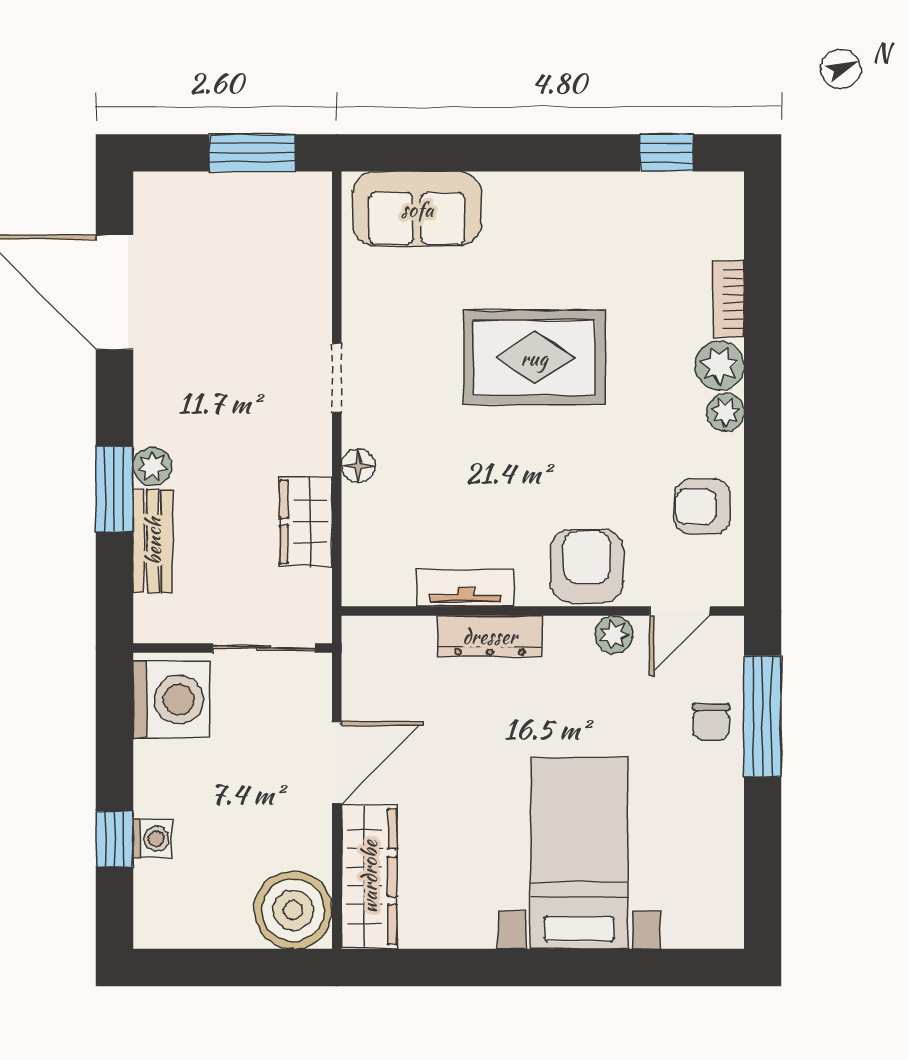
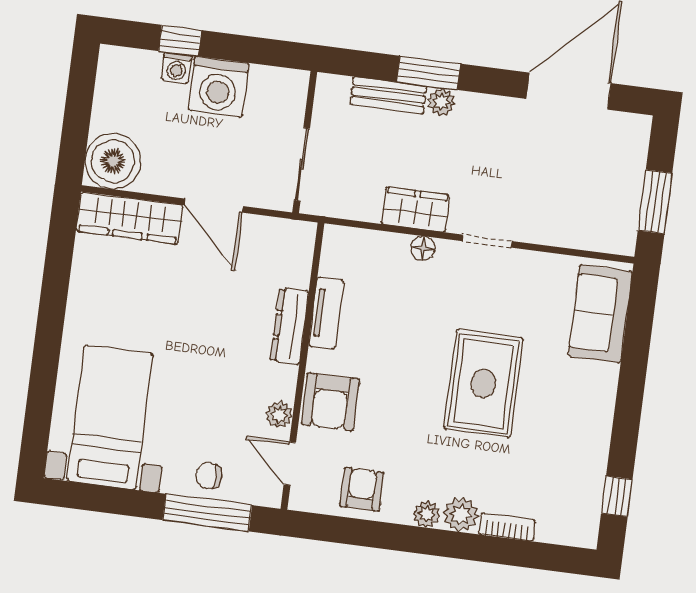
wardrobe: (306, 522) -> (416, 210), moved
armchair: (587, 566) -> (330, 402), turned 90
washing machine: (171, 699) -> (219, 87), moved
bed with nightstands: (579, 853) -> (110, 417), moved, turned -90

